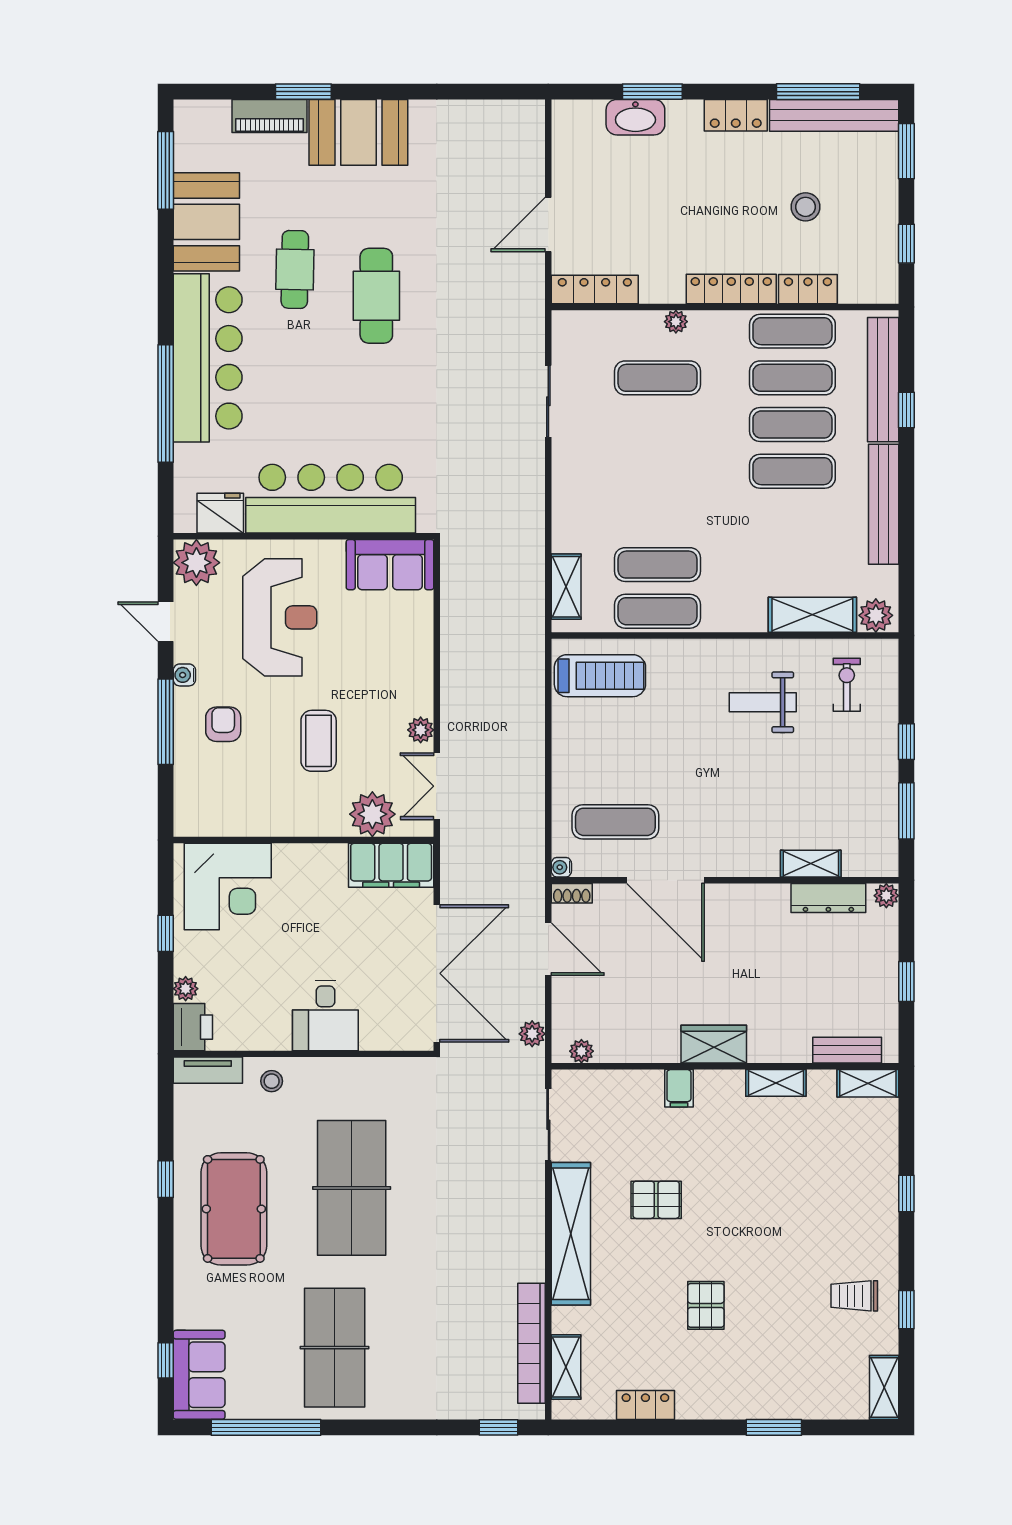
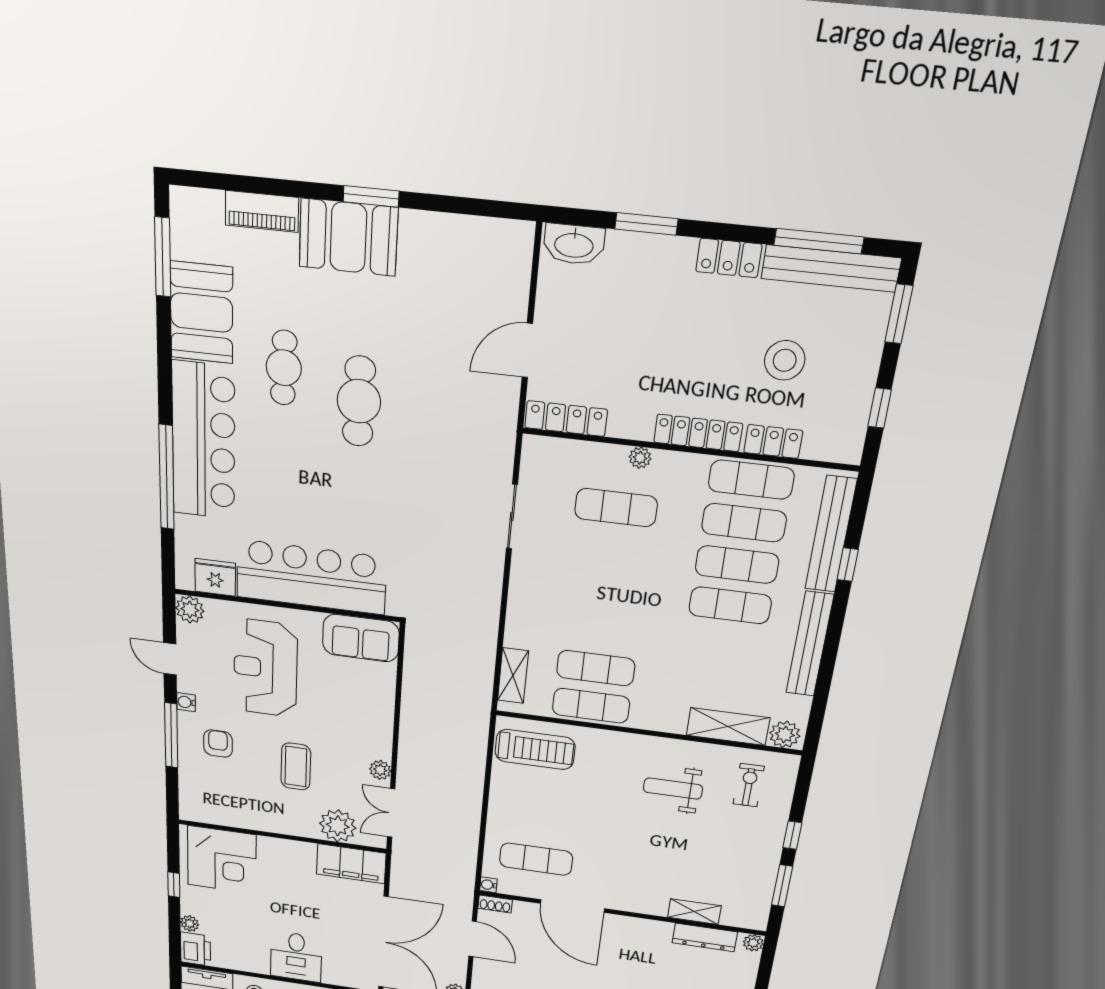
window: (303, 92) -> (371, 196), moved
washbasin: (635, 117) -> (574, 244), moved
stool: (806, 207) -> (785, 360), width x1.38, depth x1.38
plant: (196, 563) -> (190, 609), width x0.73, depth x0.73
reception desk: (280, 617) -> (265, 668), turned 180

